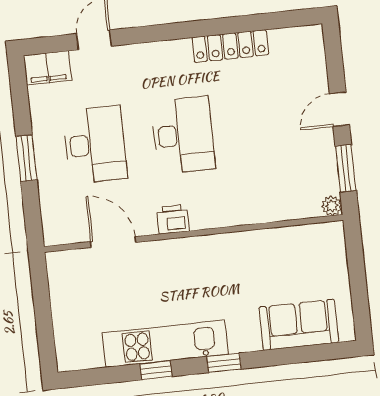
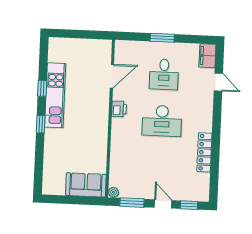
window: (334, 60) -> (189, 205), added
desk: (95, 144) -> (164, 74), width x0.73
sofa: (299, 325) -> (86, 185), moved, turned -90

